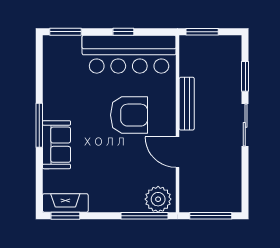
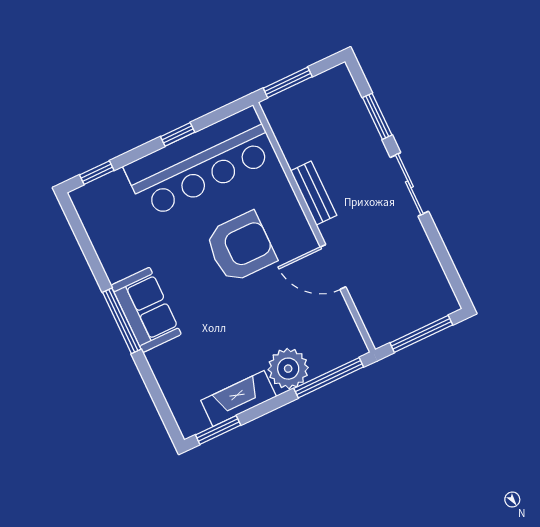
window: (66, 32) -> (97, 173), width x0.67
bench: (187, 104) -> (314, 193), width x0.73
sofa: (57, 145) -> (146, 310), moved
plant: (158, 199) -> (288, 369), moved
fireplace: (65, 203) -> (239, 398), moved

